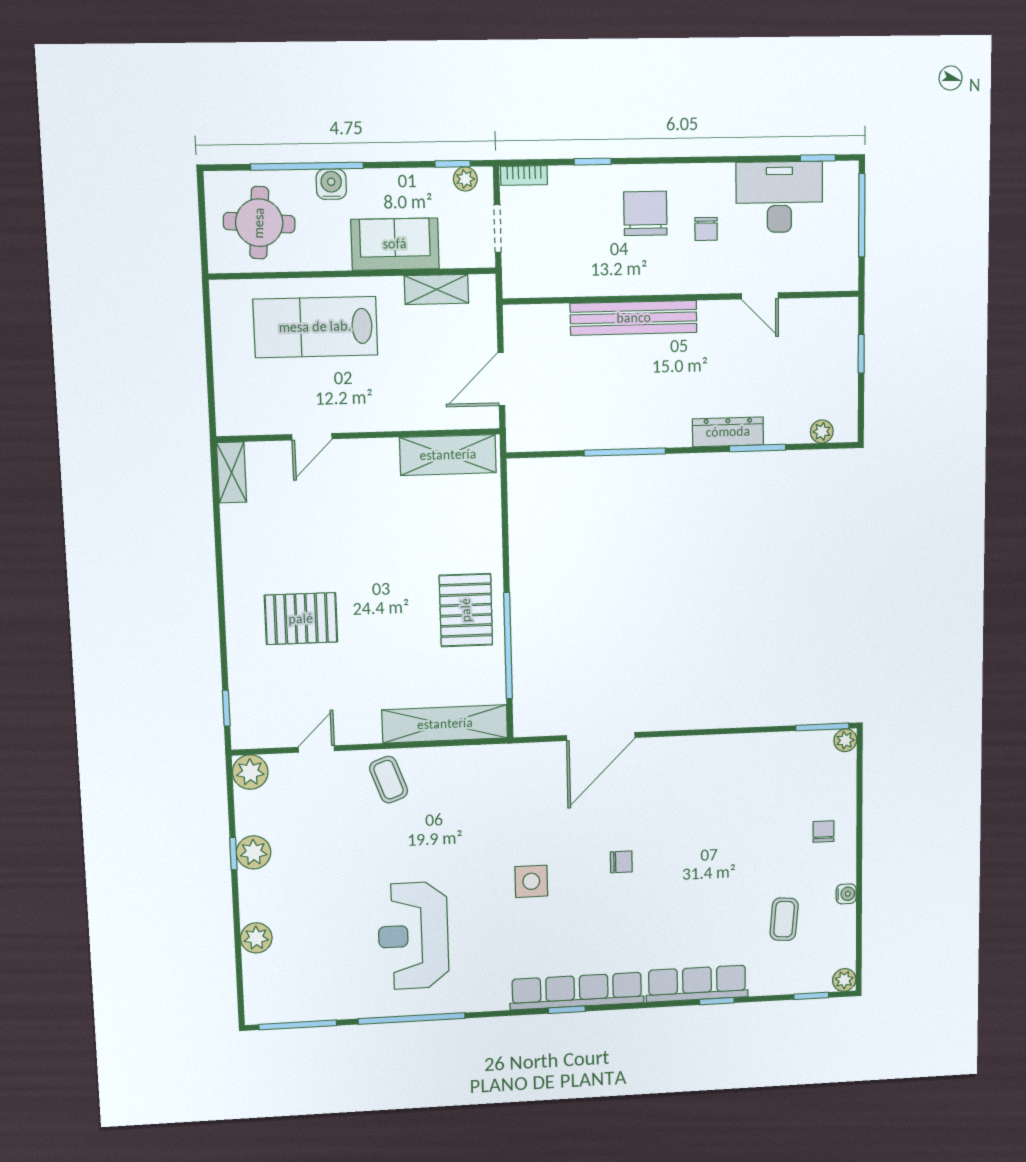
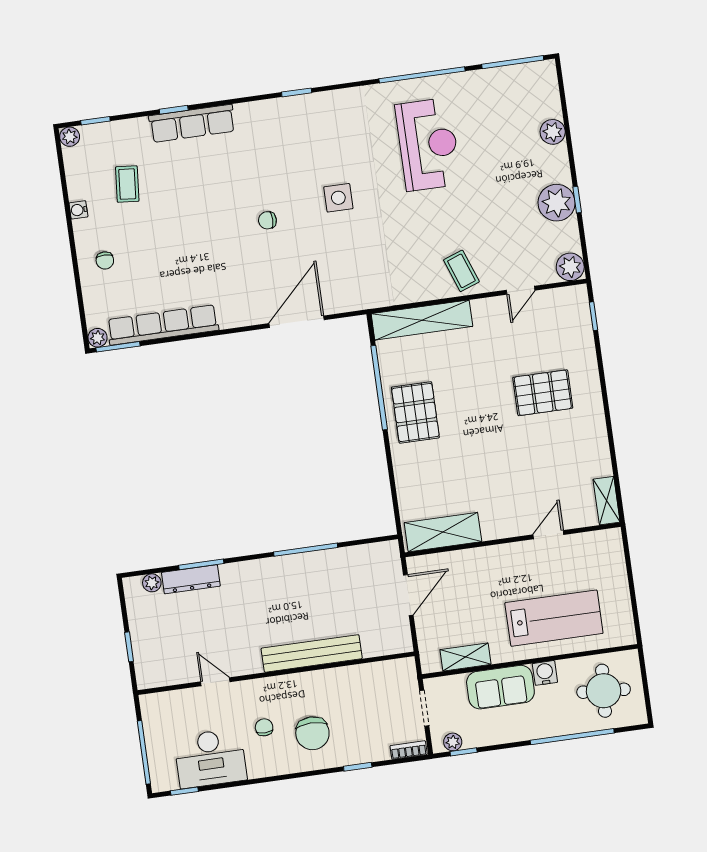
water cooler: (331, 184) -> (545, 673), moved, turned 180
dresser: (728, 432) -> (191, 579), moved
plant: (254, 852) -> (557, 203), width x1.36, depth x1.36
row of seats: (577, 991) -> (163, 325), moved, turned 180

